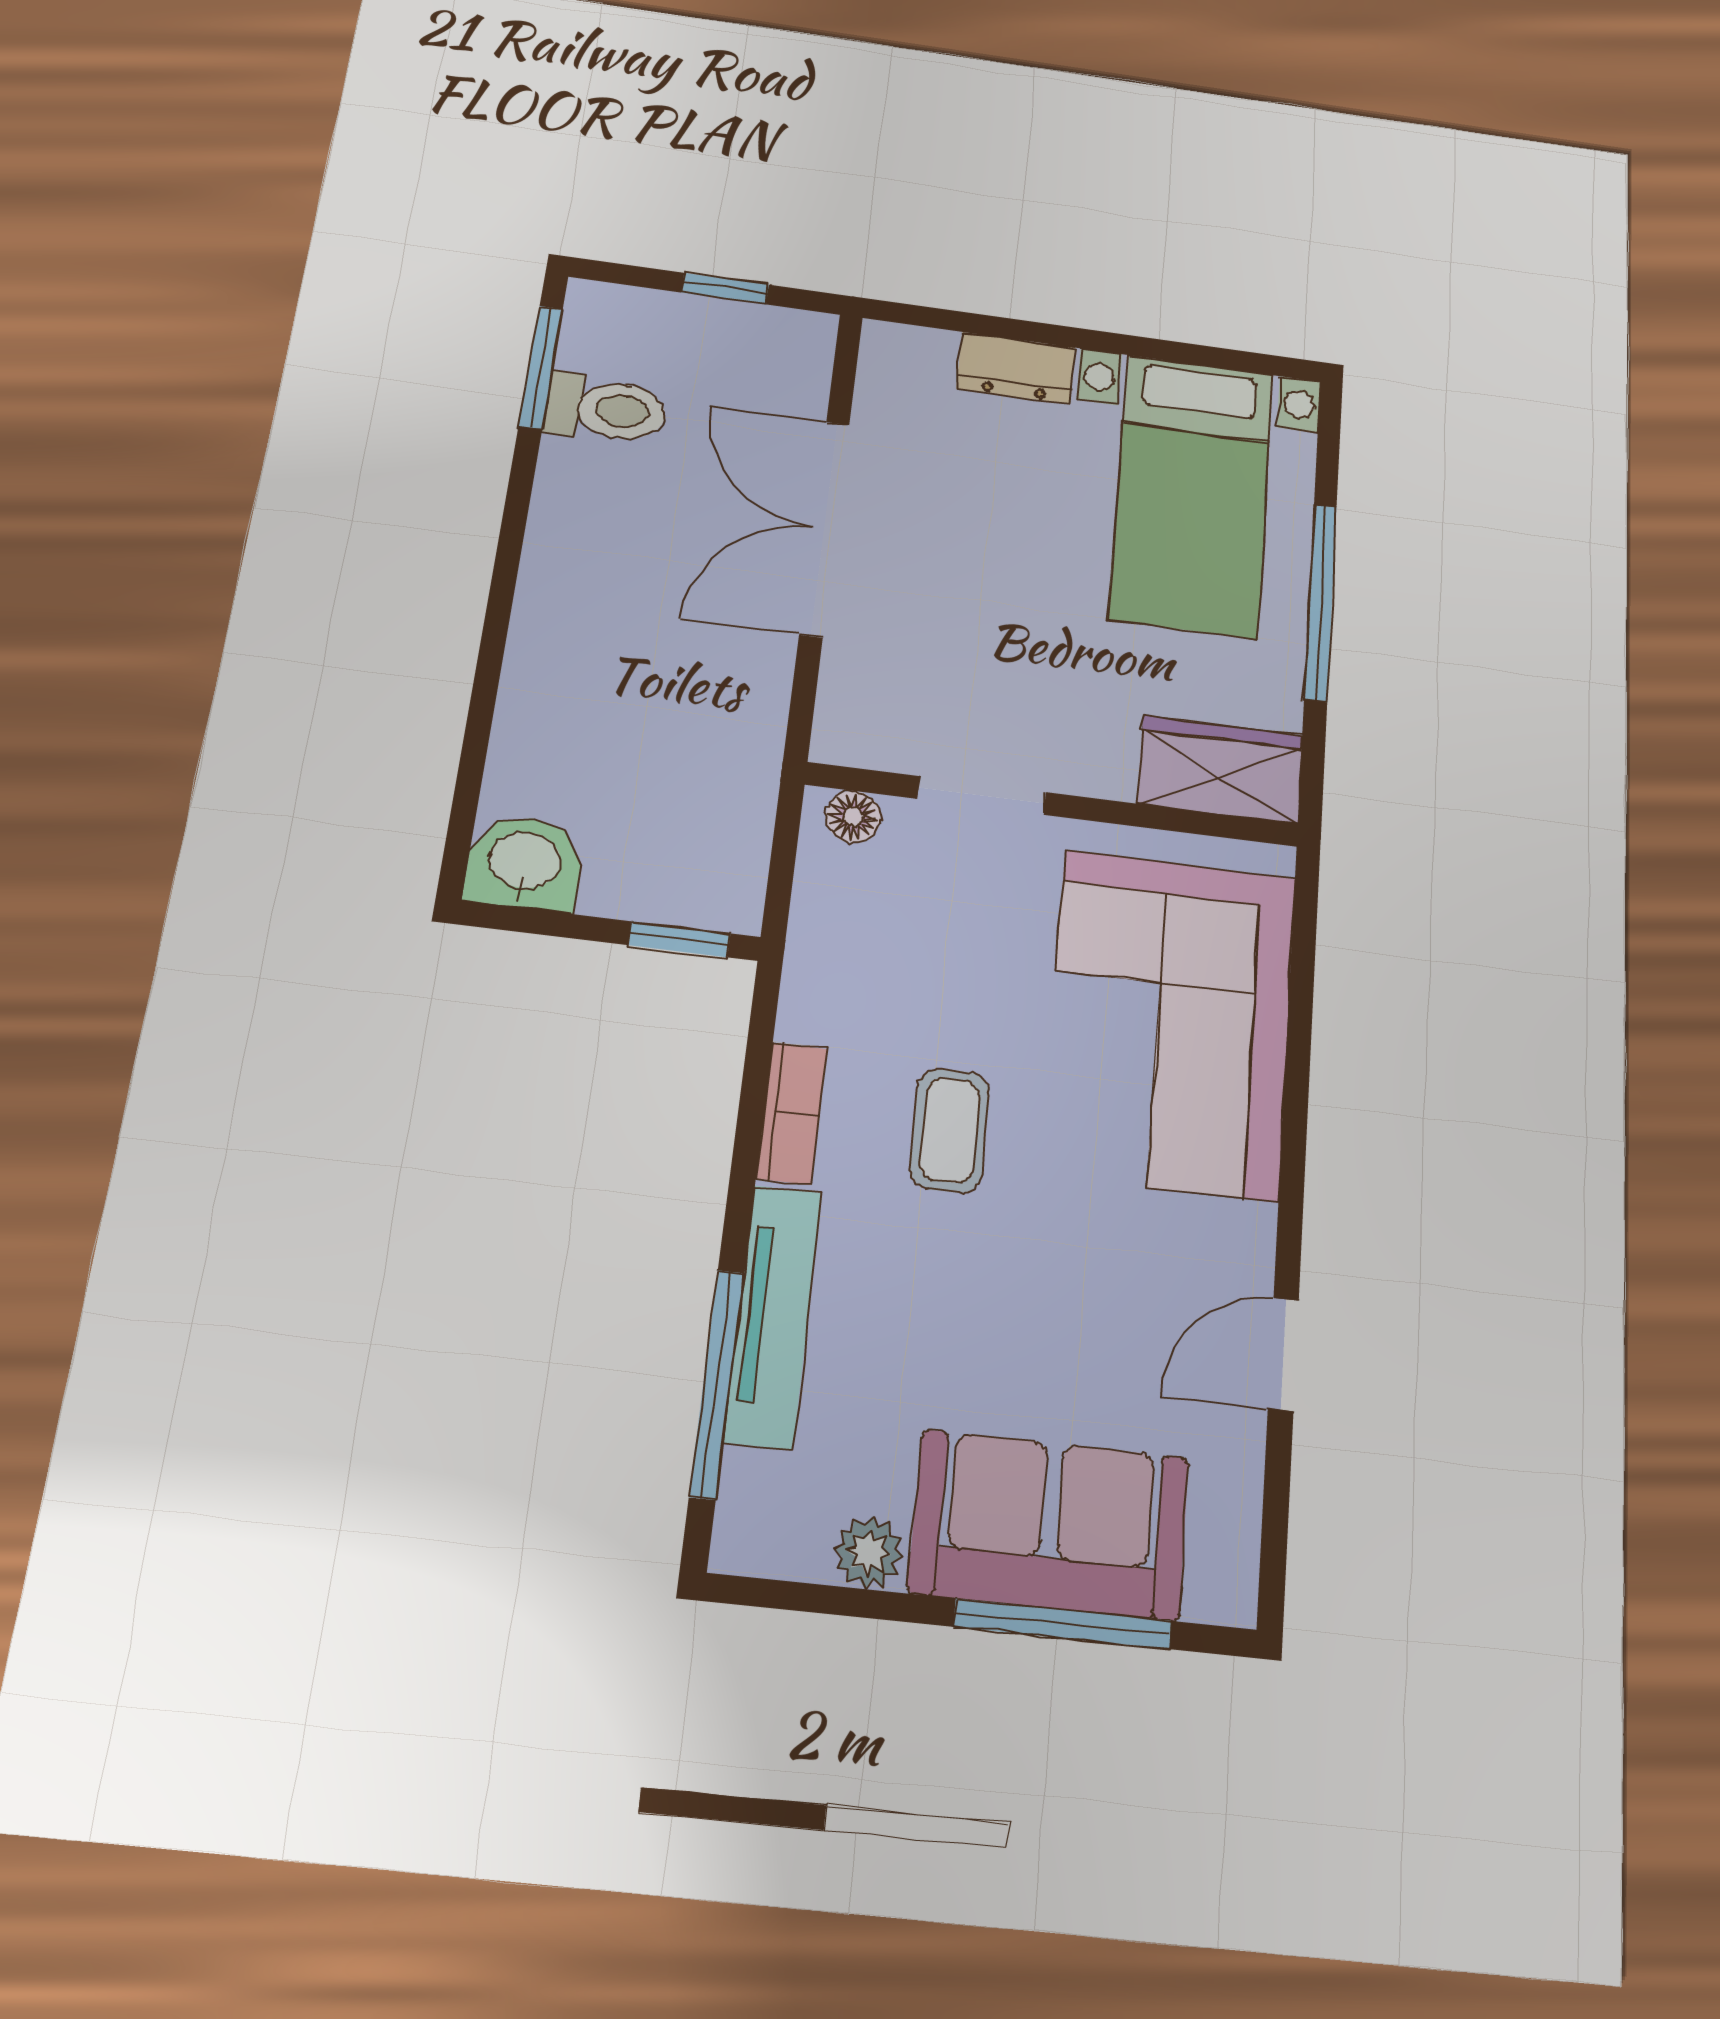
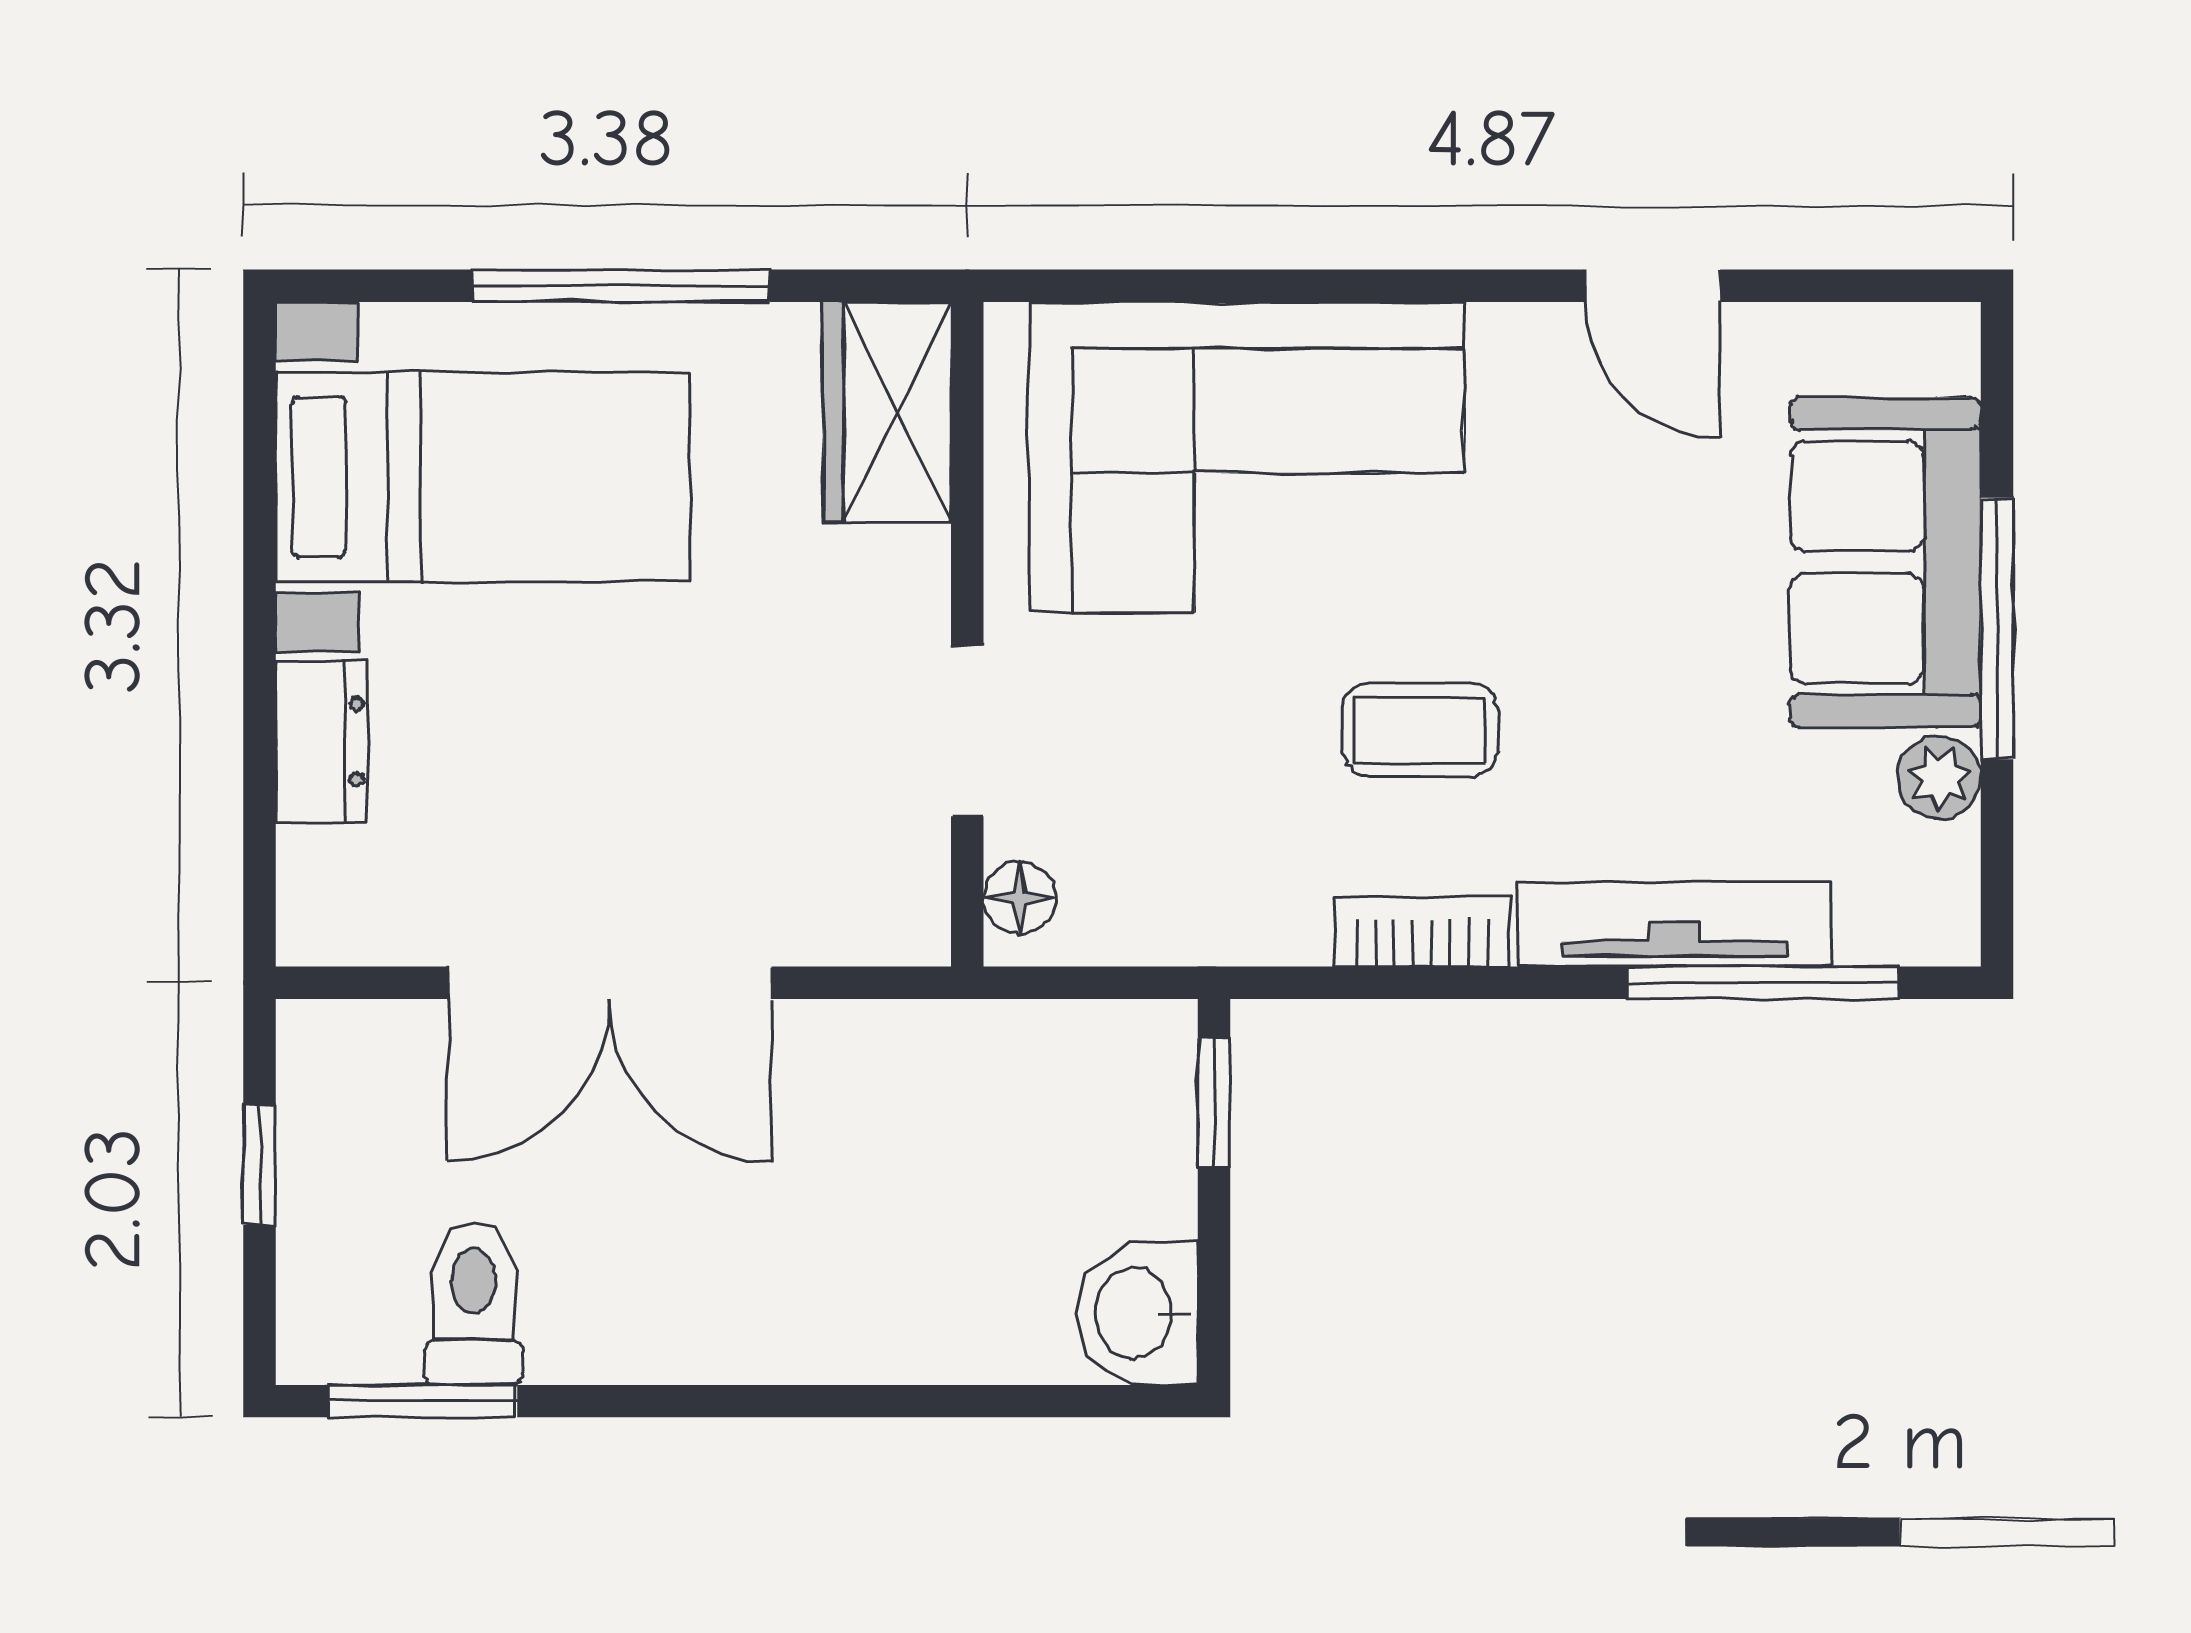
window: (1063, 1624) -> (1997, 628), moved

